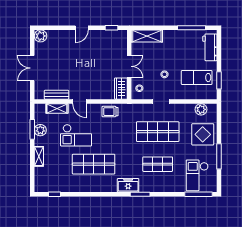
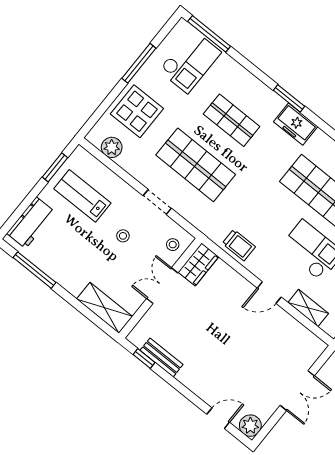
door: (82, 28) -> (218, 418), moved
lab bench: (197, 78) -> (82, 196), turned 180
bench: (57, 95) -> (162, 357), moved
door: (80, 101) -> (269, 292), swing flipped

